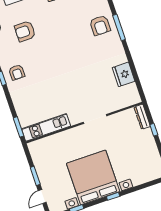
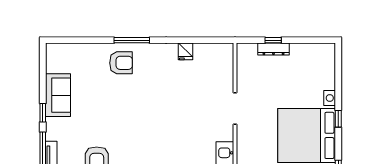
fridge: (124, 74) -> (185, 51), width x0.53, depth x0.75
dresser: (142, 117) -> (273, 49), moved

